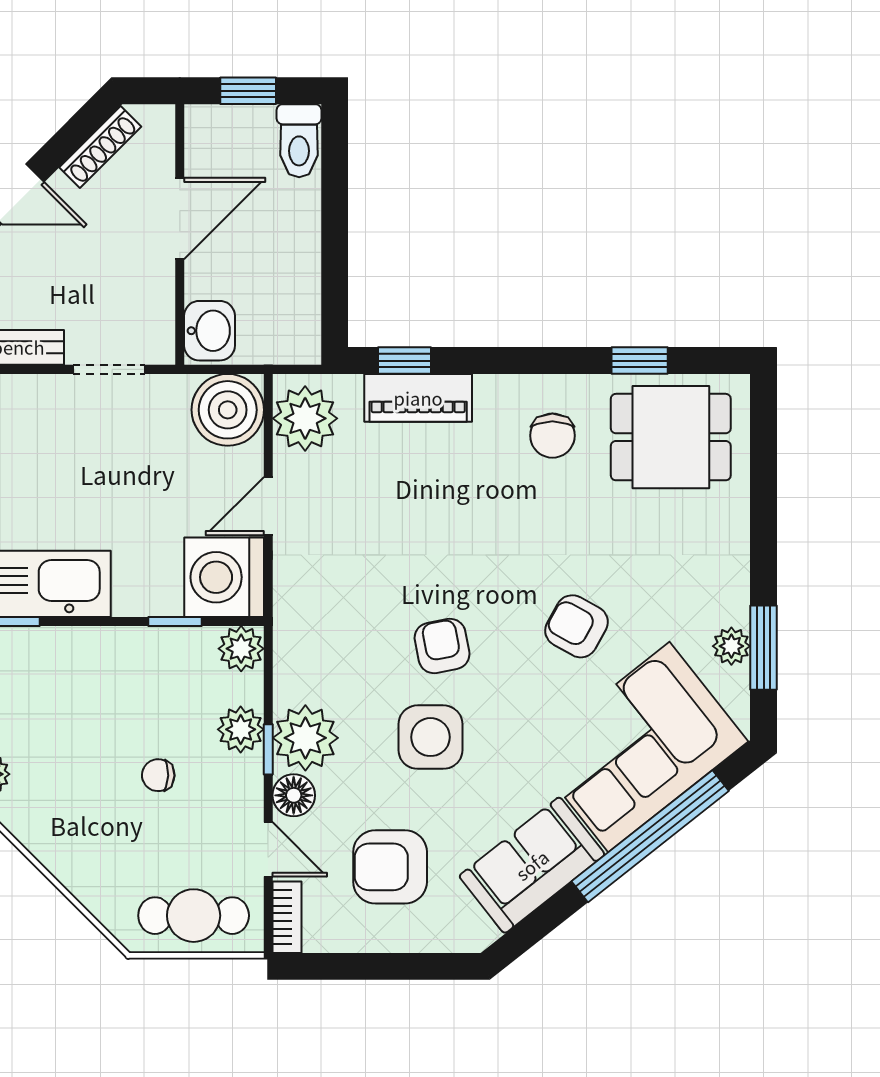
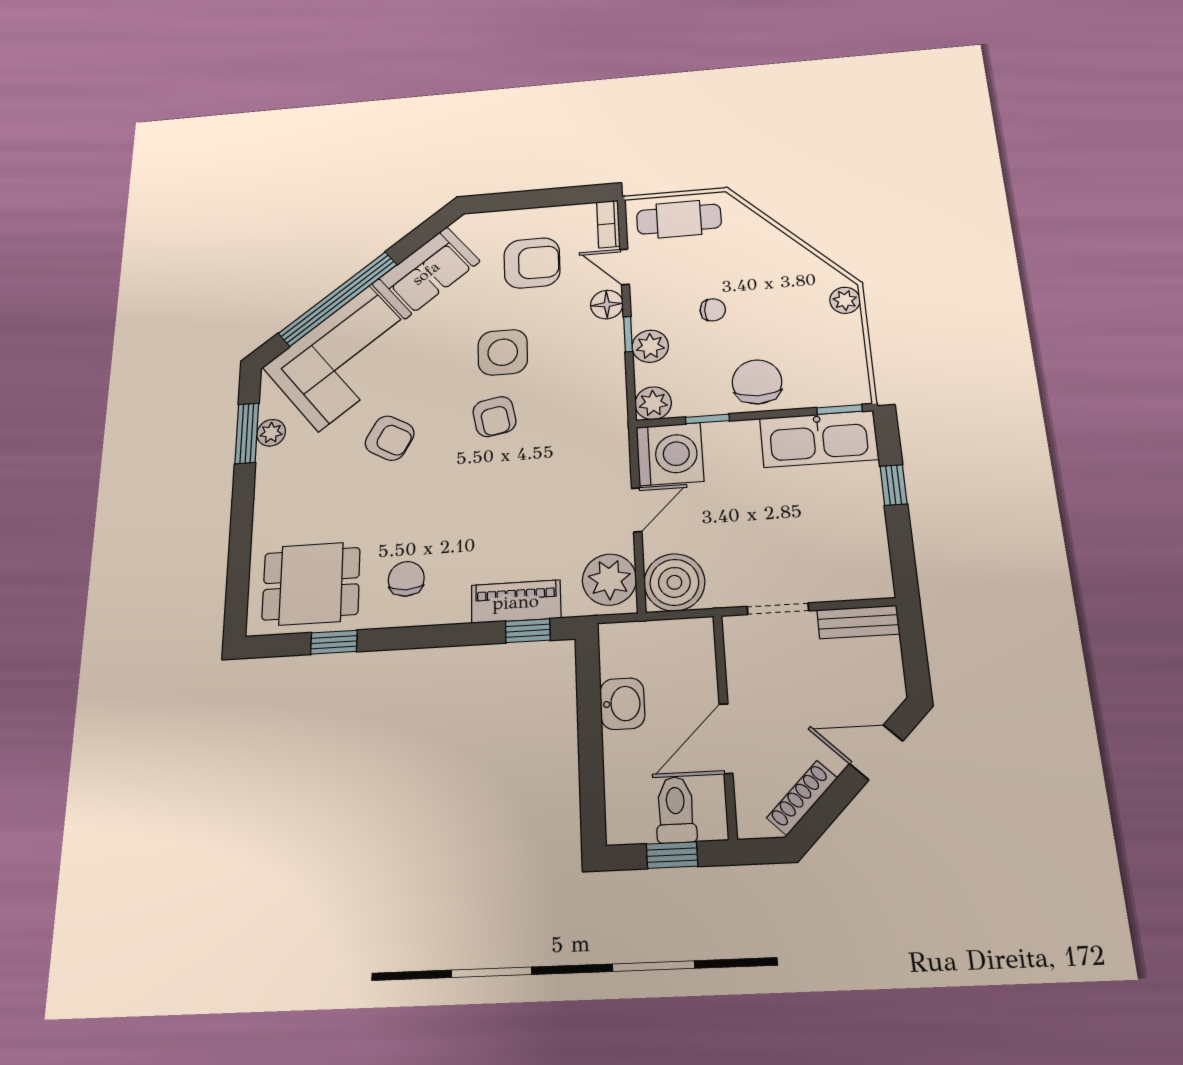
toilet: (299, 141) -> (676, 810), moved
washbasin: (209, 331) -> (622, 704), moved, turned 180
chair: (110, 668) -> (757, 382), added
plant: (305, 738) -> (599, 344), removed

